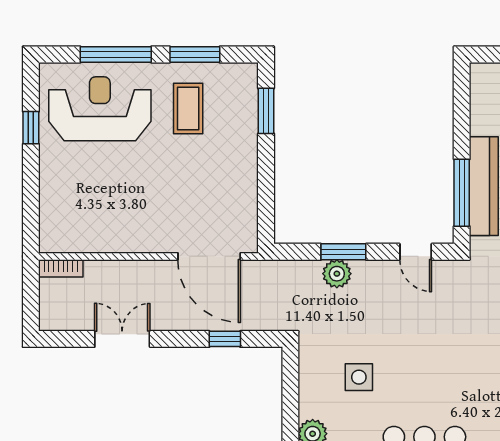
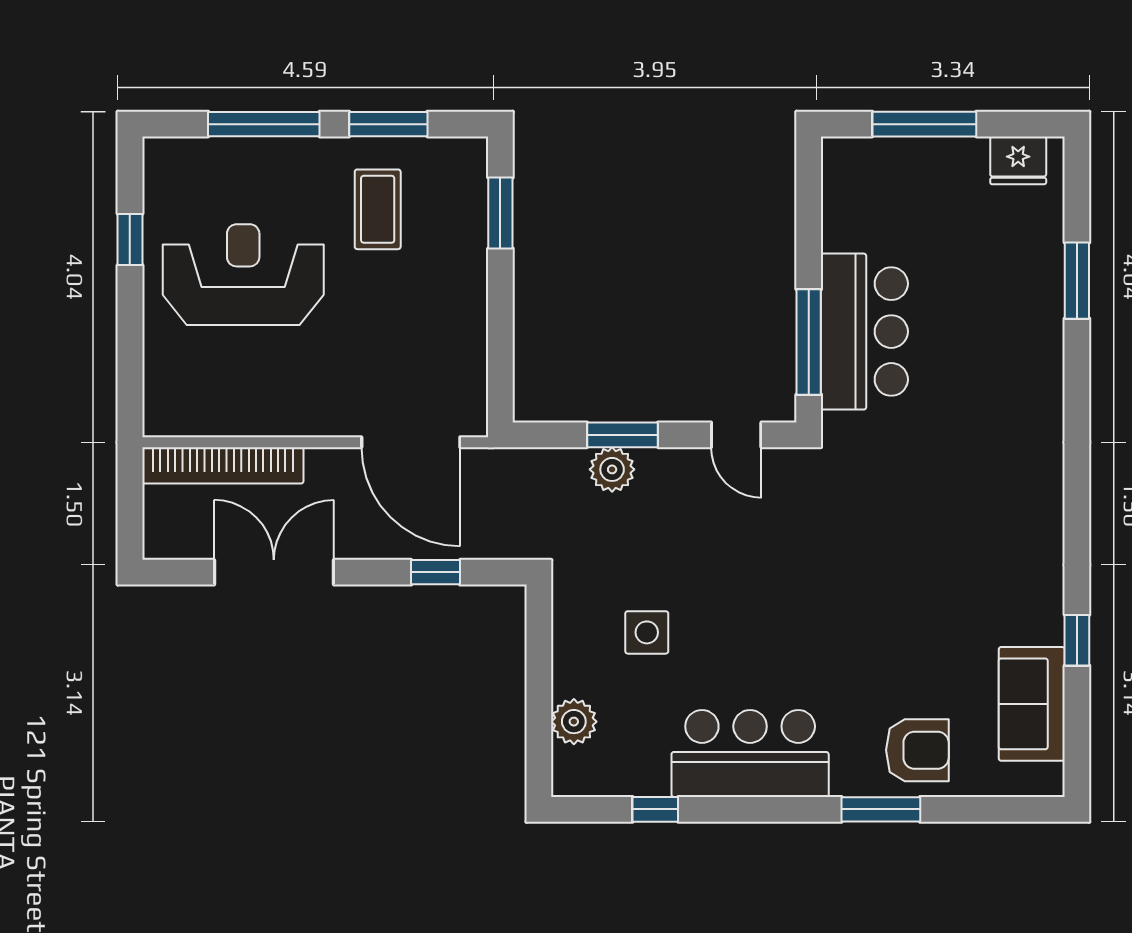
reception desk: (100, 109) -> (243, 275), moved
bookcase: (61, 268) -> (223, 465), width x2.31, depth x1.31
double door: (122, 339) -> (274, 572), width x1.37

